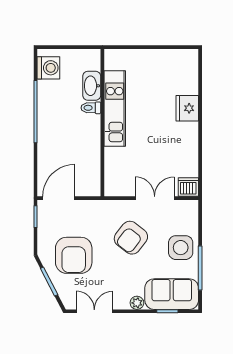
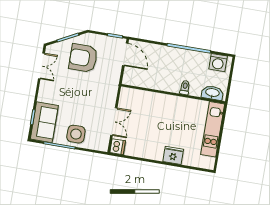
washbasin: (92, 86) -> (212, 93), moved
kitchen unit: (115, 109) -> (213, 129), moved, turned 90
armchair: (131, 238) -> (89, 100), removed
plant: (137, 303) -> (42, 97), removed

